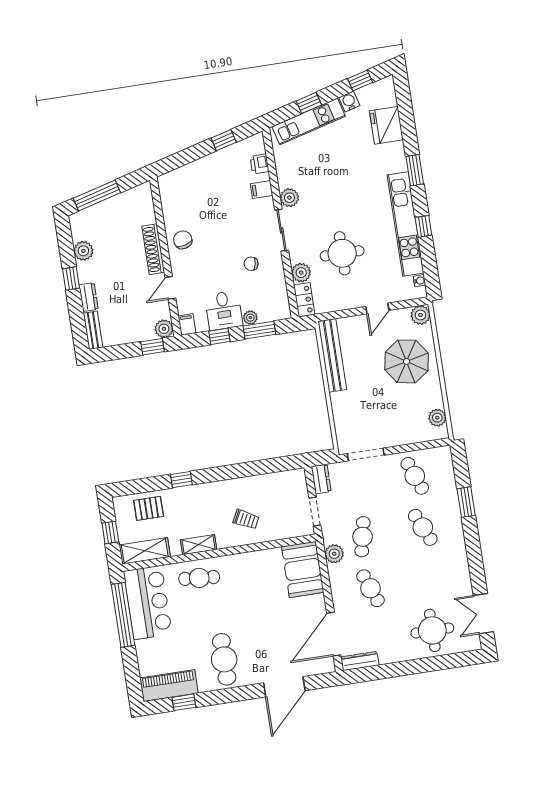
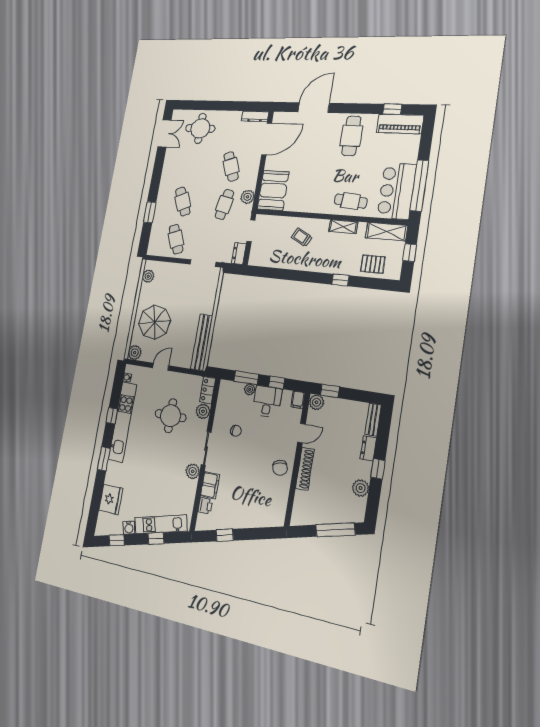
filing cabinet: (262, 190) -> (210, 485), width x2.00

